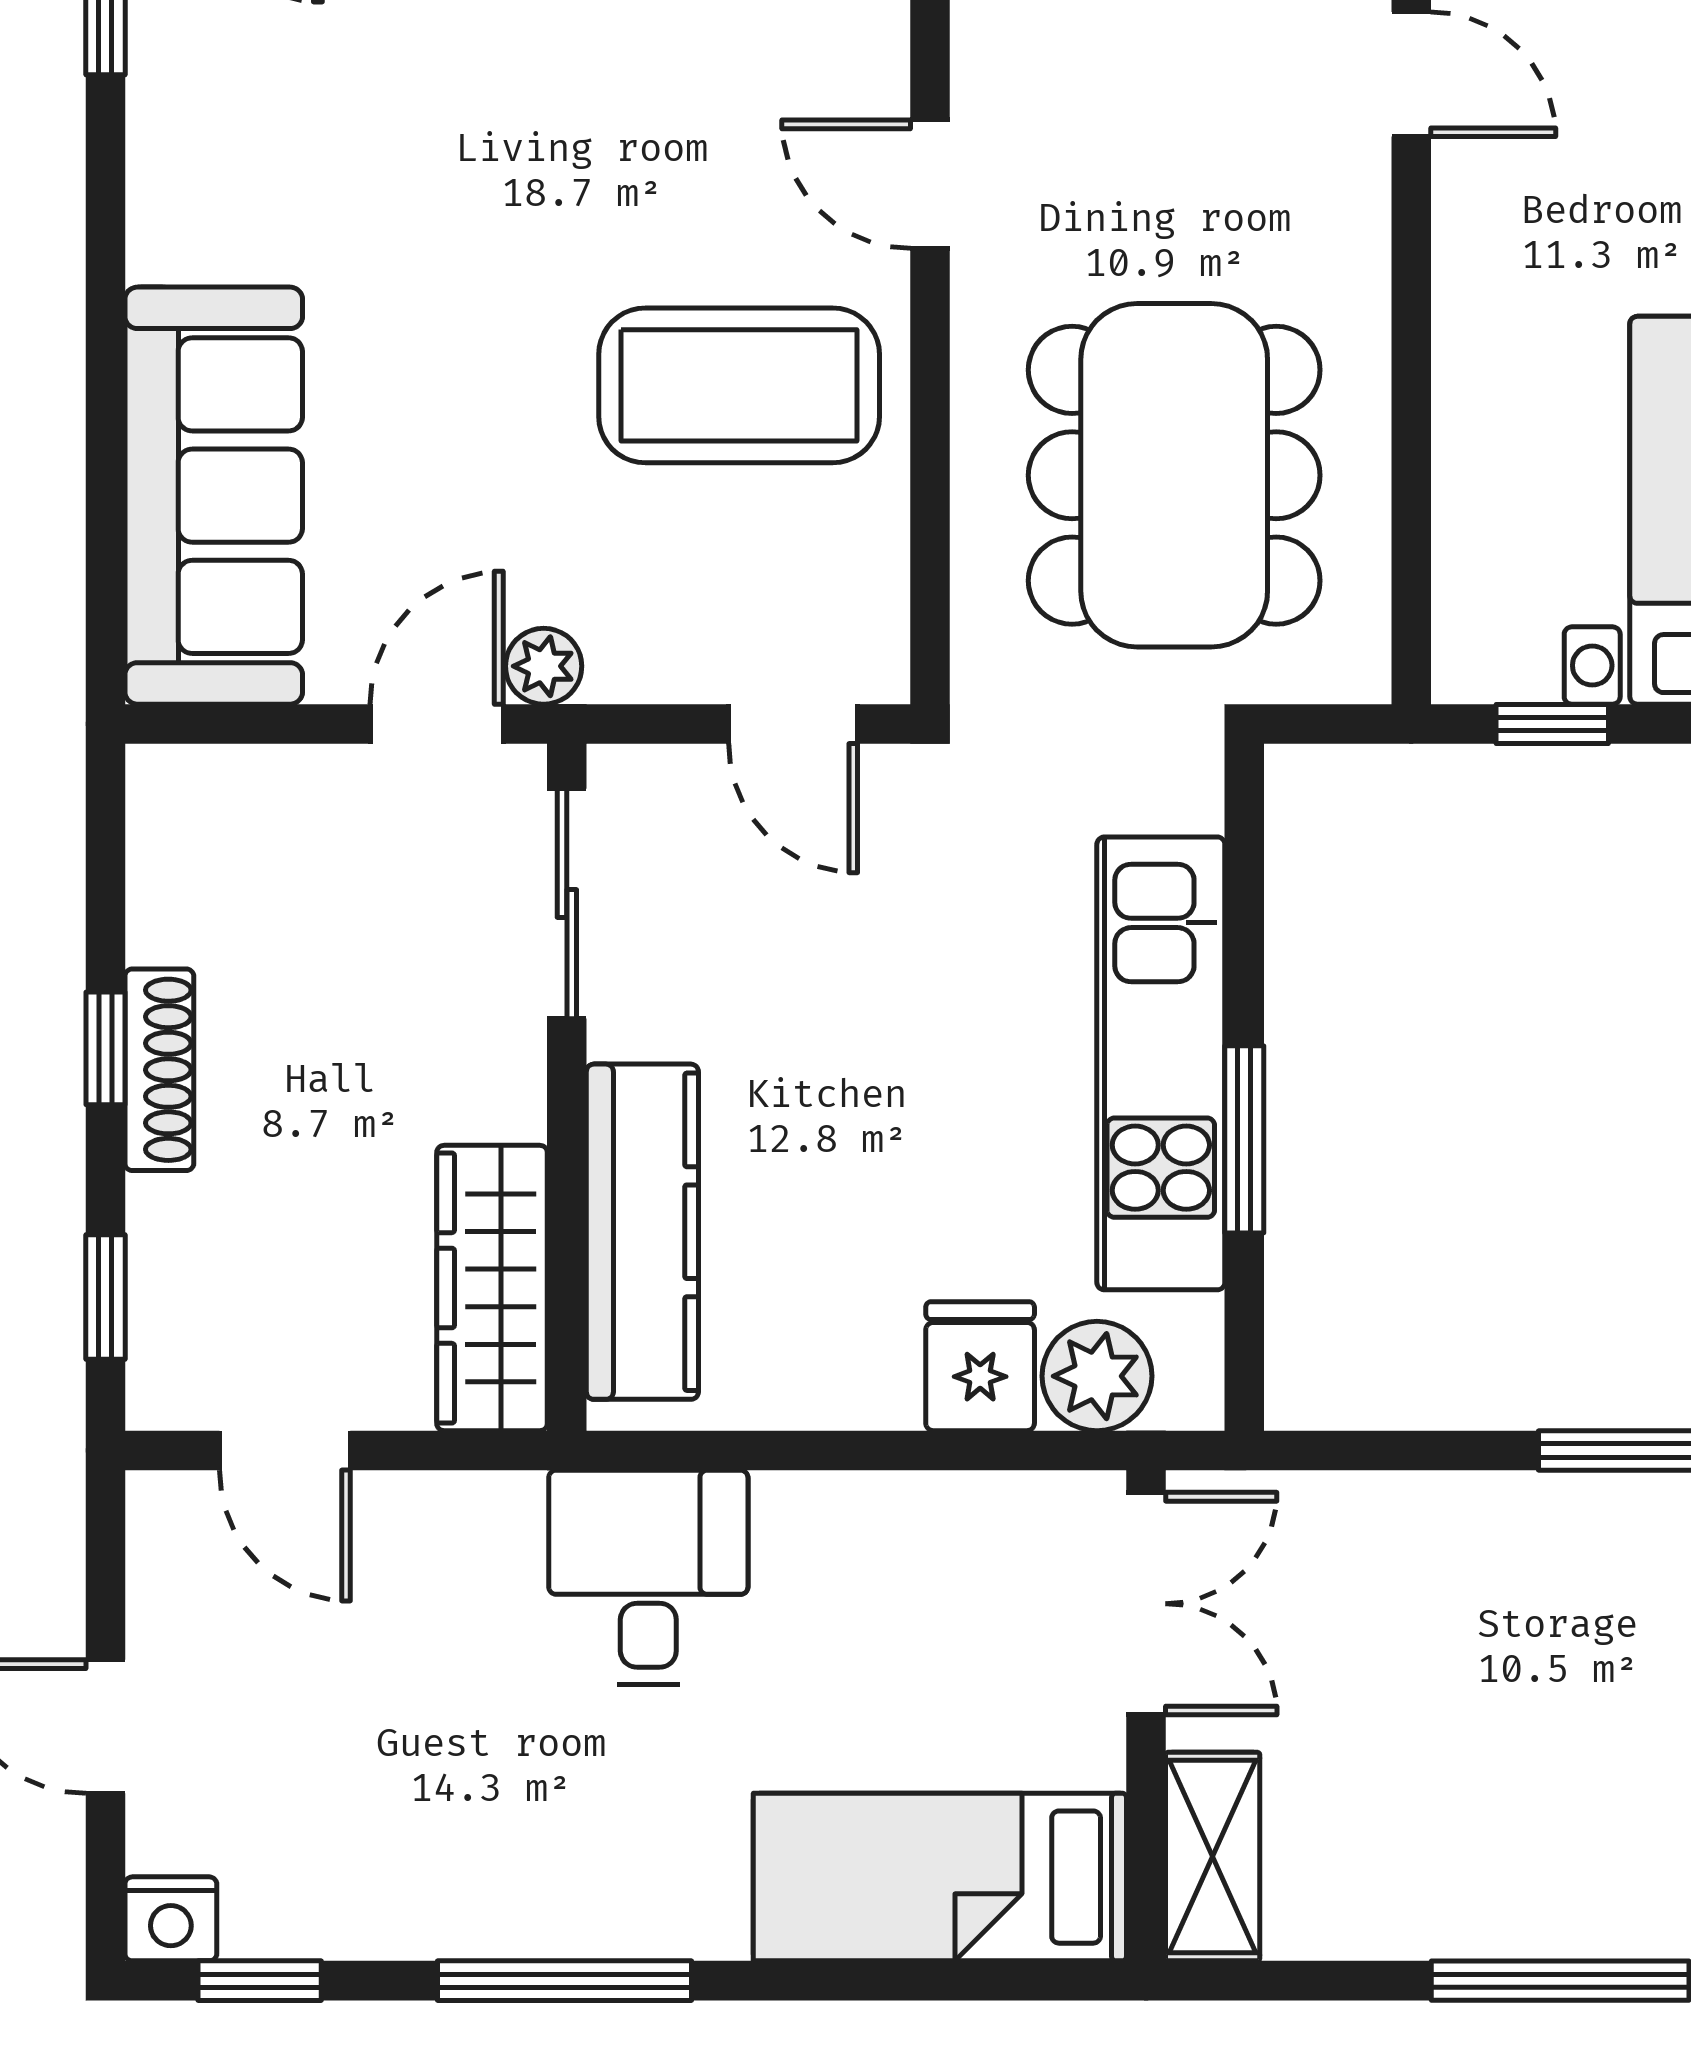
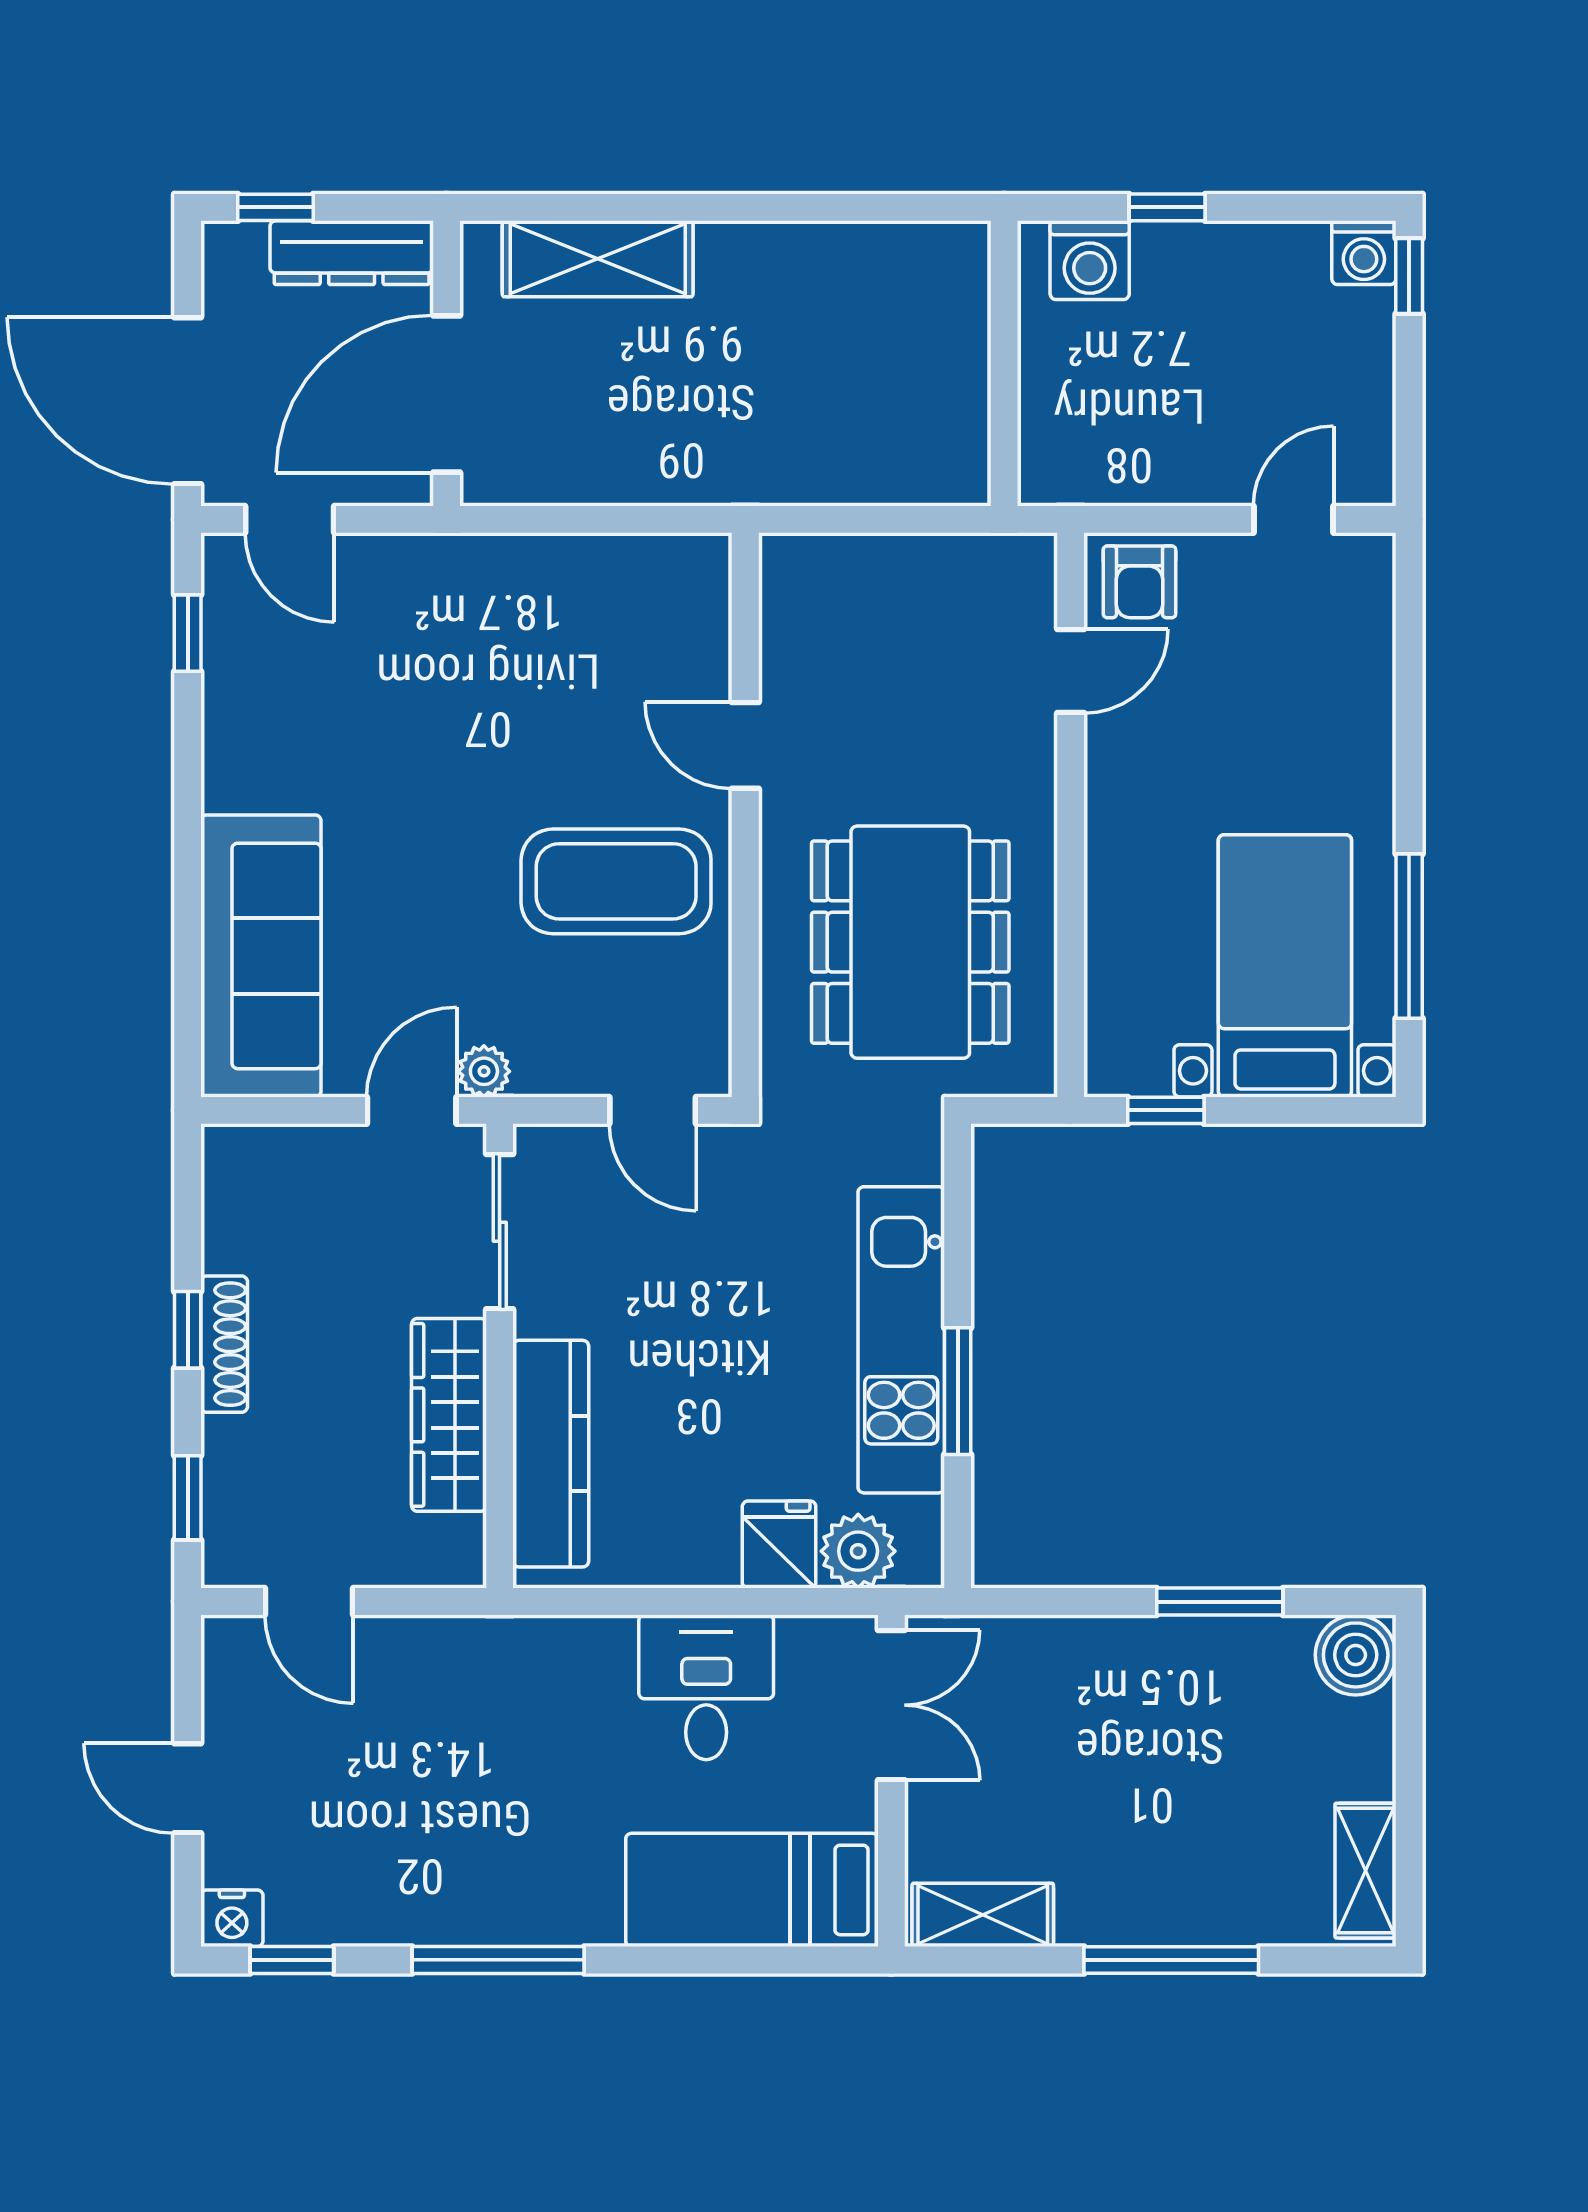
door: (1411, 74) -> (1071, 671), hinge flipped
wardrobe: (492, 1288) -> (449, 1415), moved
desk: (648, 1577) -> (706, 1687), moved
shelving: (1213, 1857) -> (983, 1915), moved, turned 90

